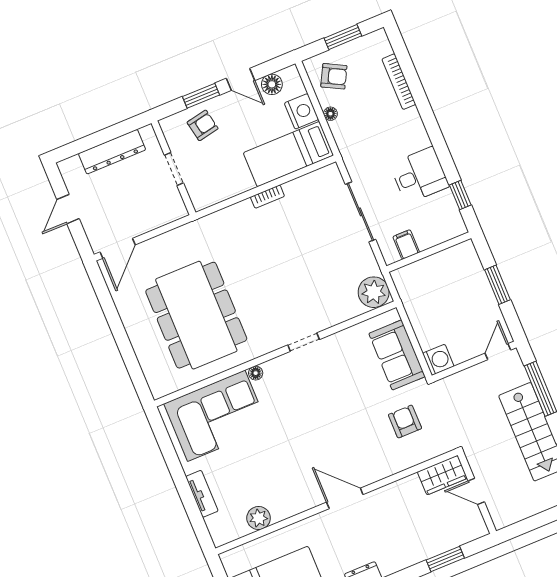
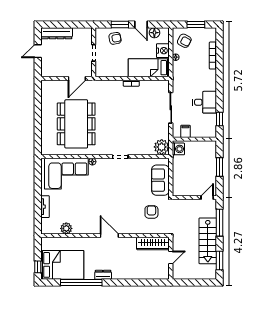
dresser: (112, 152) -> (57, 33), moved
door: (118, 248) -> (77, 78), moved
washing machine: (438, 360) -> (178, 149), moved
wardrobe: (442, 475) -> (153, 244), width x1.50
door: (476, 491) -> (171, 257), swing flipped
window: (445, 559) -> (144, 282), removed

